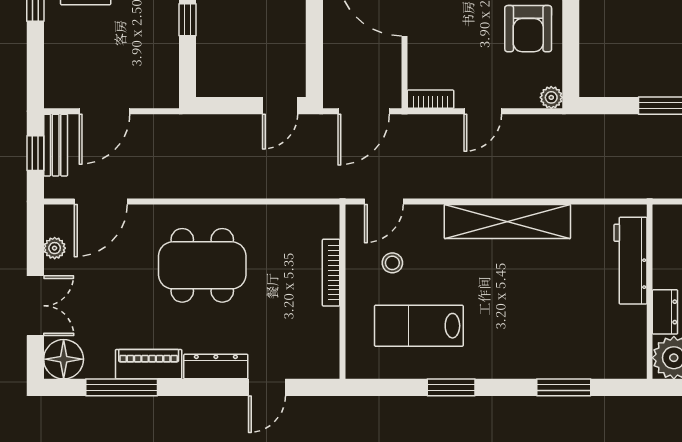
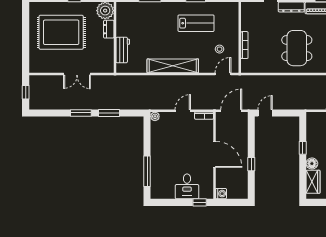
armchair: (528, 29) -> (164, 144), removed
workbench: (630, 261) -> (123, 50), width x0.73
dining table: (202, 265) -> (297, 48), turned 90
lab bench: (419, 326) -> (196, 23), moved

